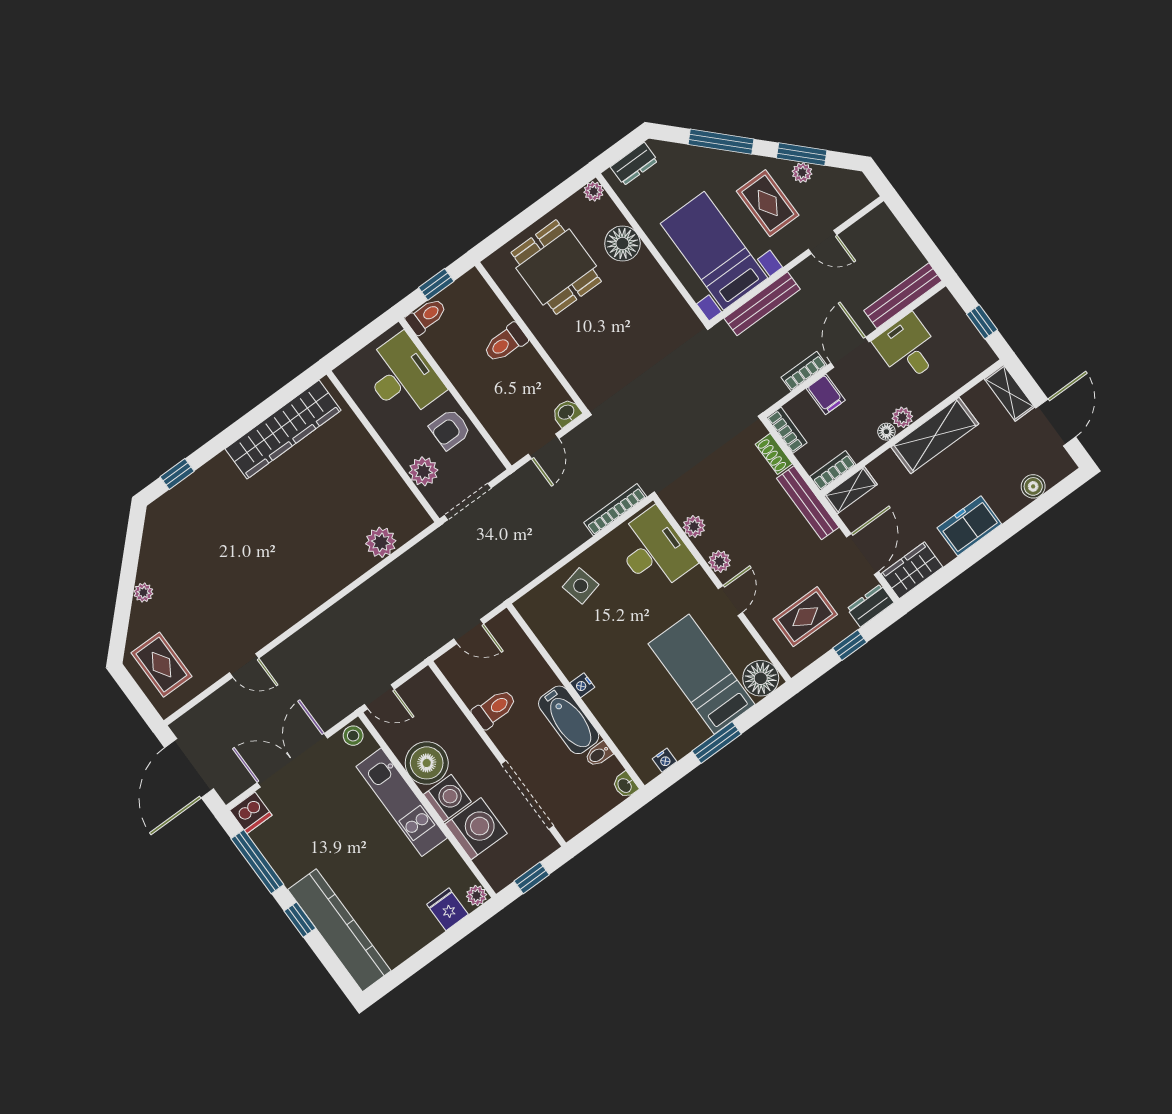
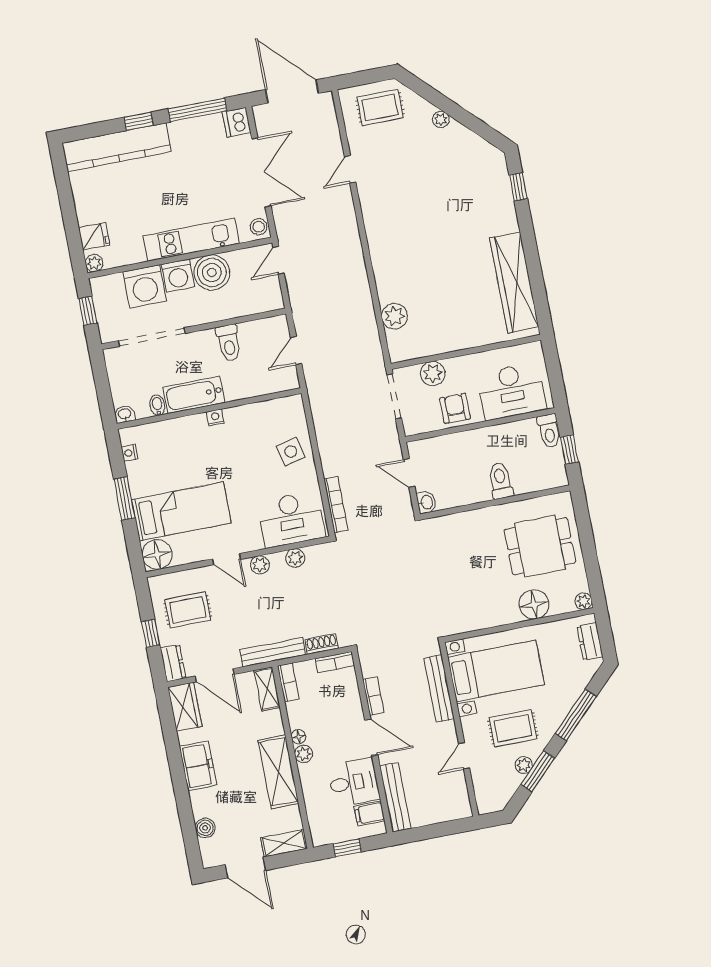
filing cabinet: (826, 394) -> (369, 813), moved
rug: (805, 617) -> (188, 610), turned 90

